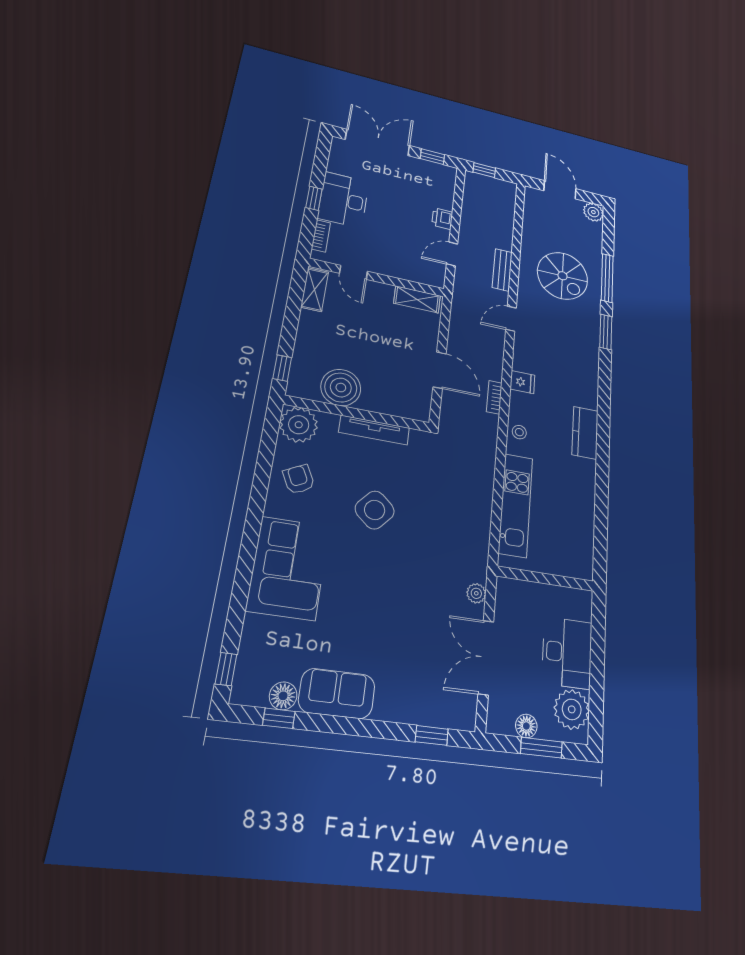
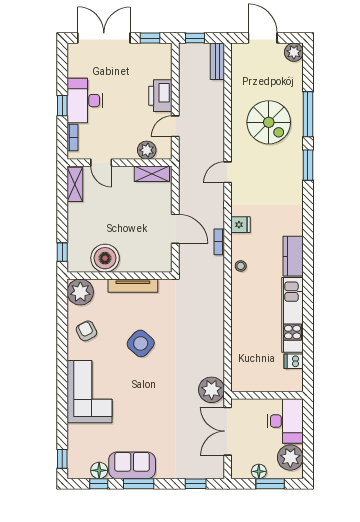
printer: (442, 219) -> (160, 96), width x1.87, depth x1.48
bench: (502, 270) -> (217, 61), moved
plant: (414, 272) -> (147, 150), added
kitchen unit: (516, 505) -> (293, 315), moved, turned 180
dishwasher: (581, 569) -> (294, 361), added
wall: (545, 579) -> (267, 395), moved
plant: (476, 593) -> (212, 390), width x1.87, depth x1.87
window: (343, 725) -> (139, 484), added

